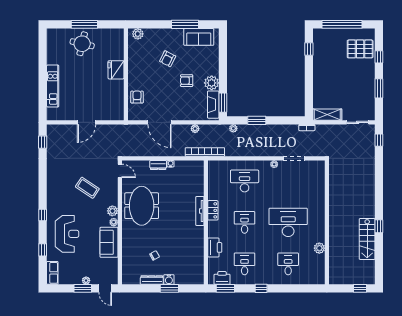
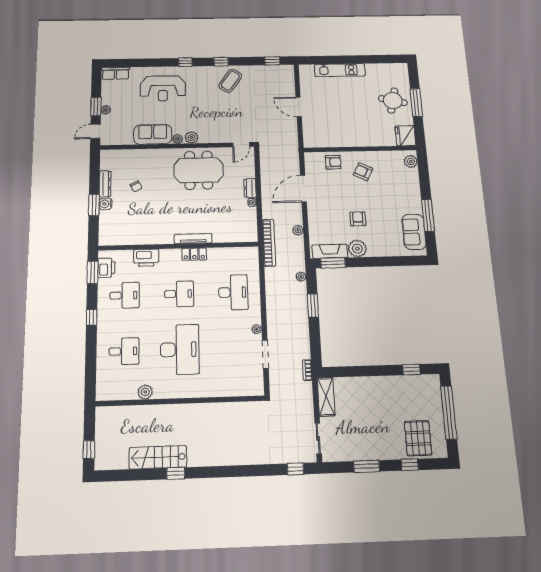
armchair: (168, 59) -> (363, 172), moved
fridge: (116, 70) -> (405, 136), moved, turned -90
coffee table: (87, 188) -> (230, 81), moved
window: (43, 250) -> (221, 62), moved

